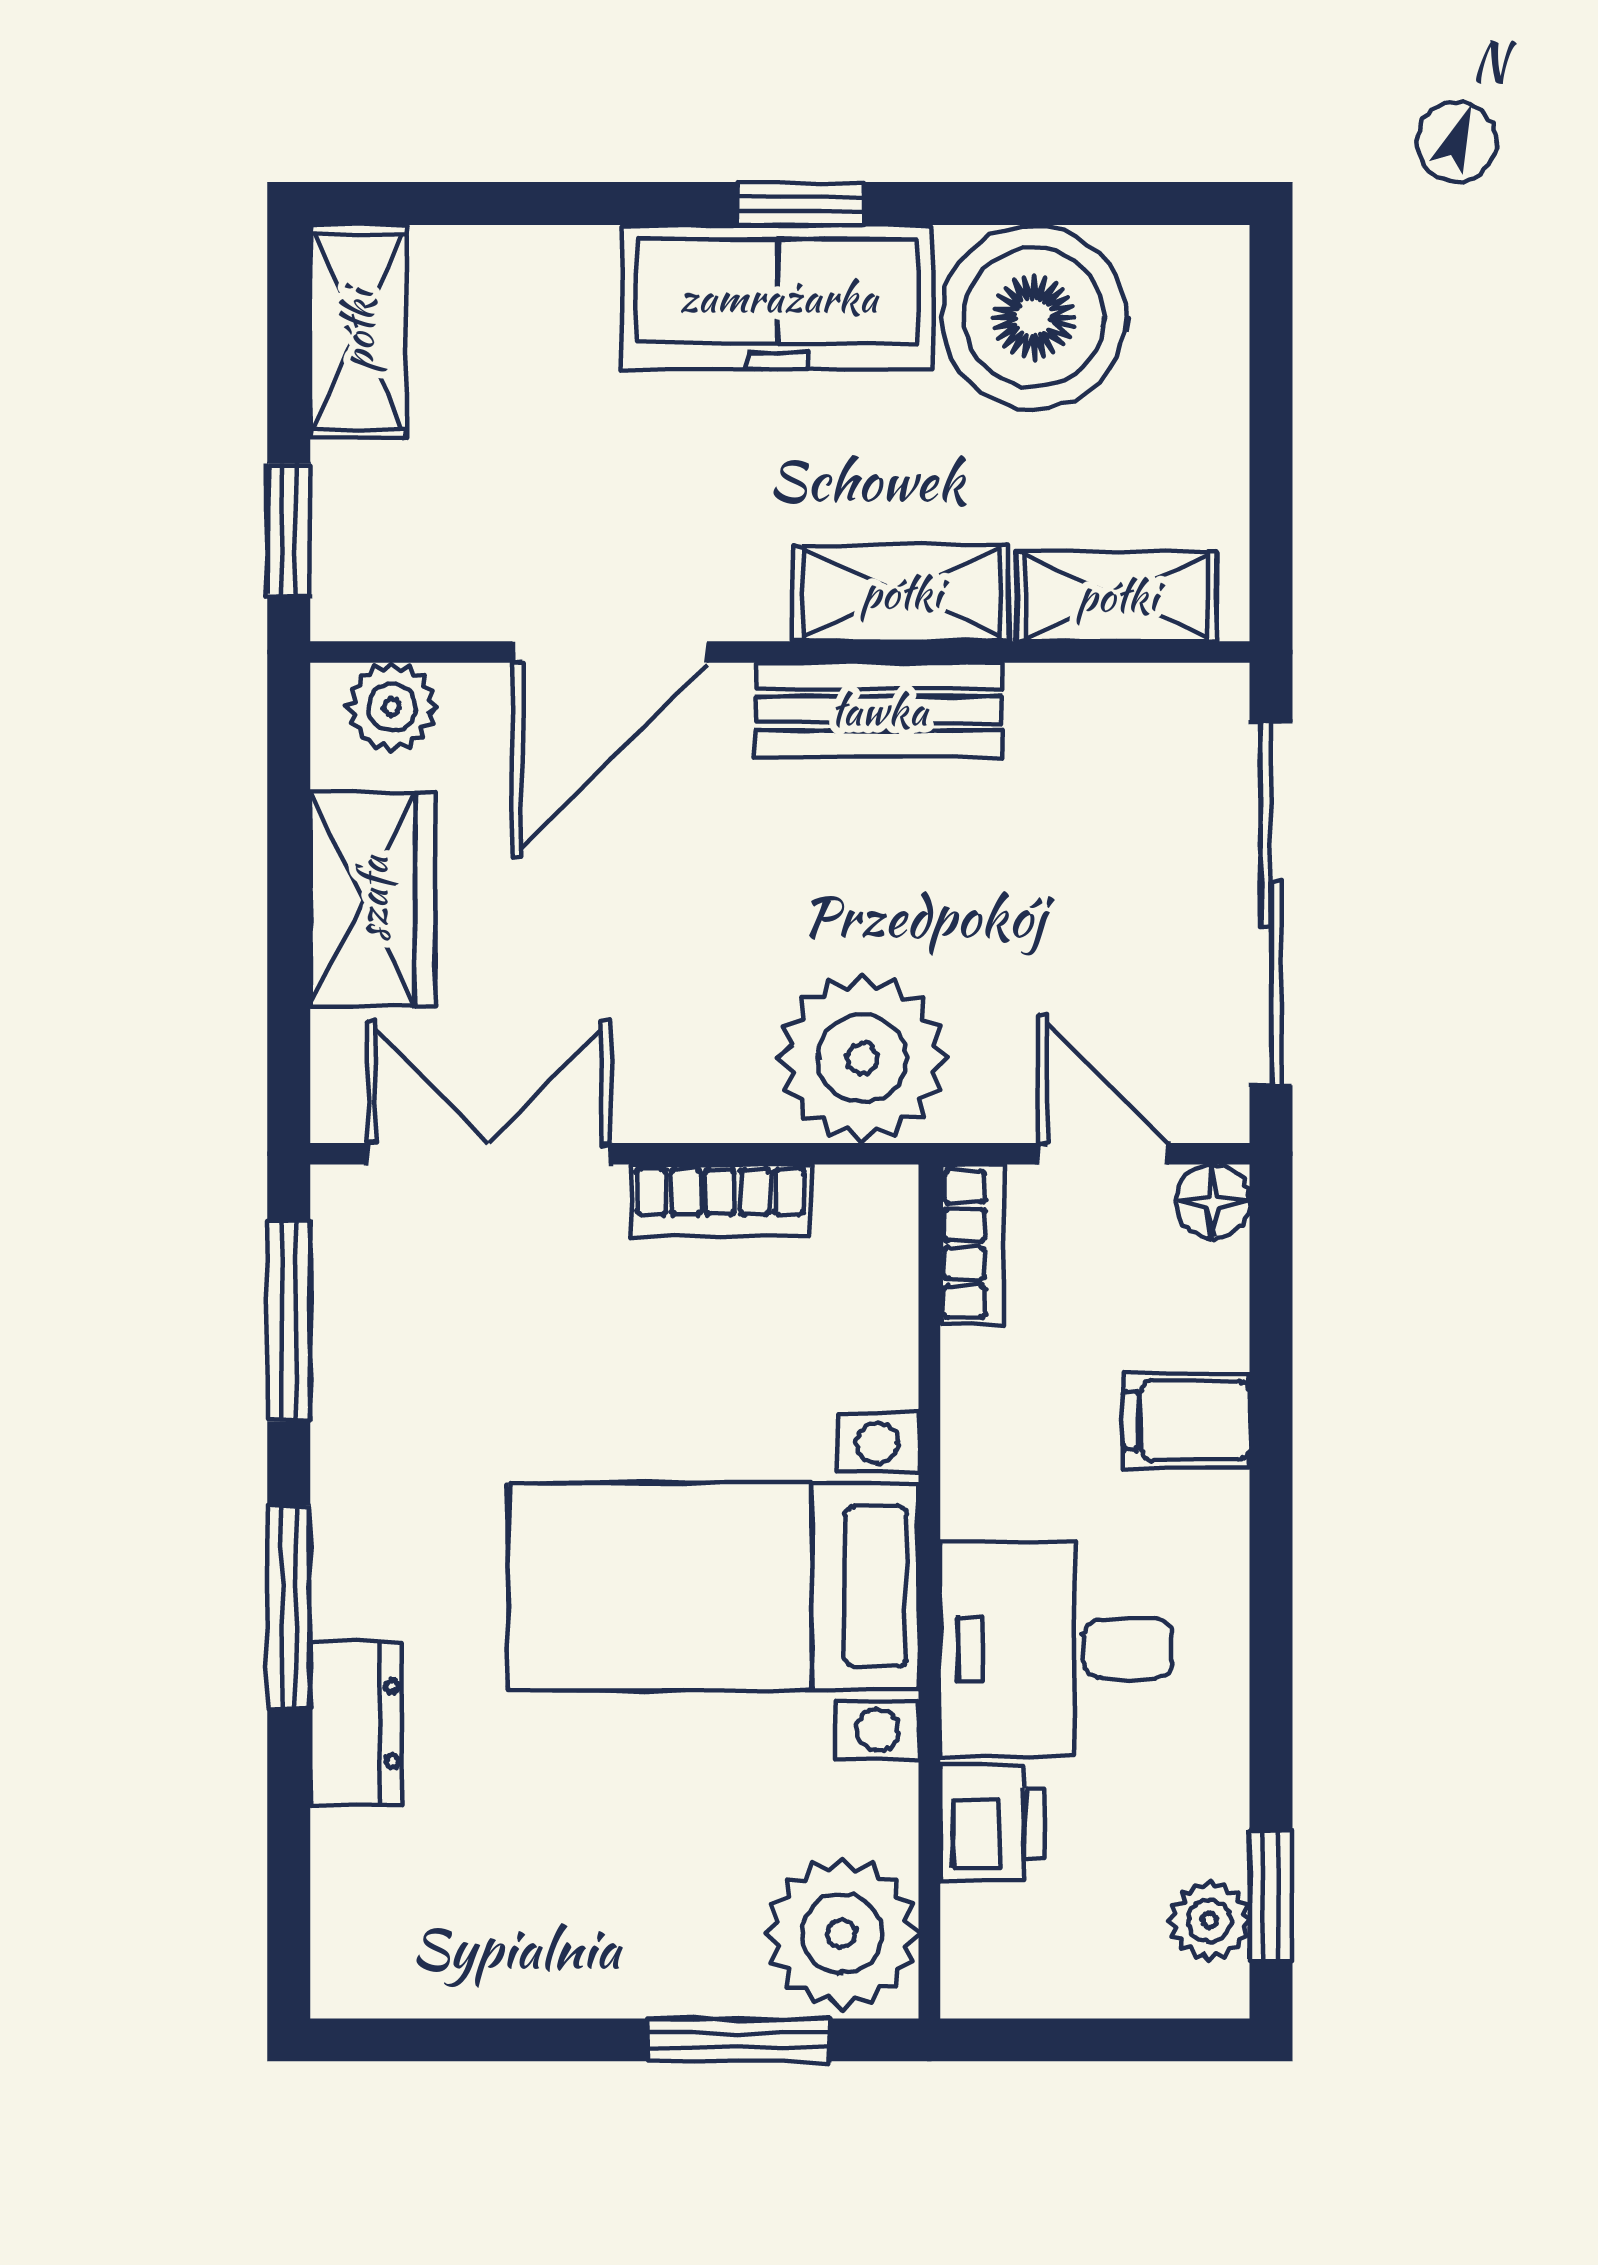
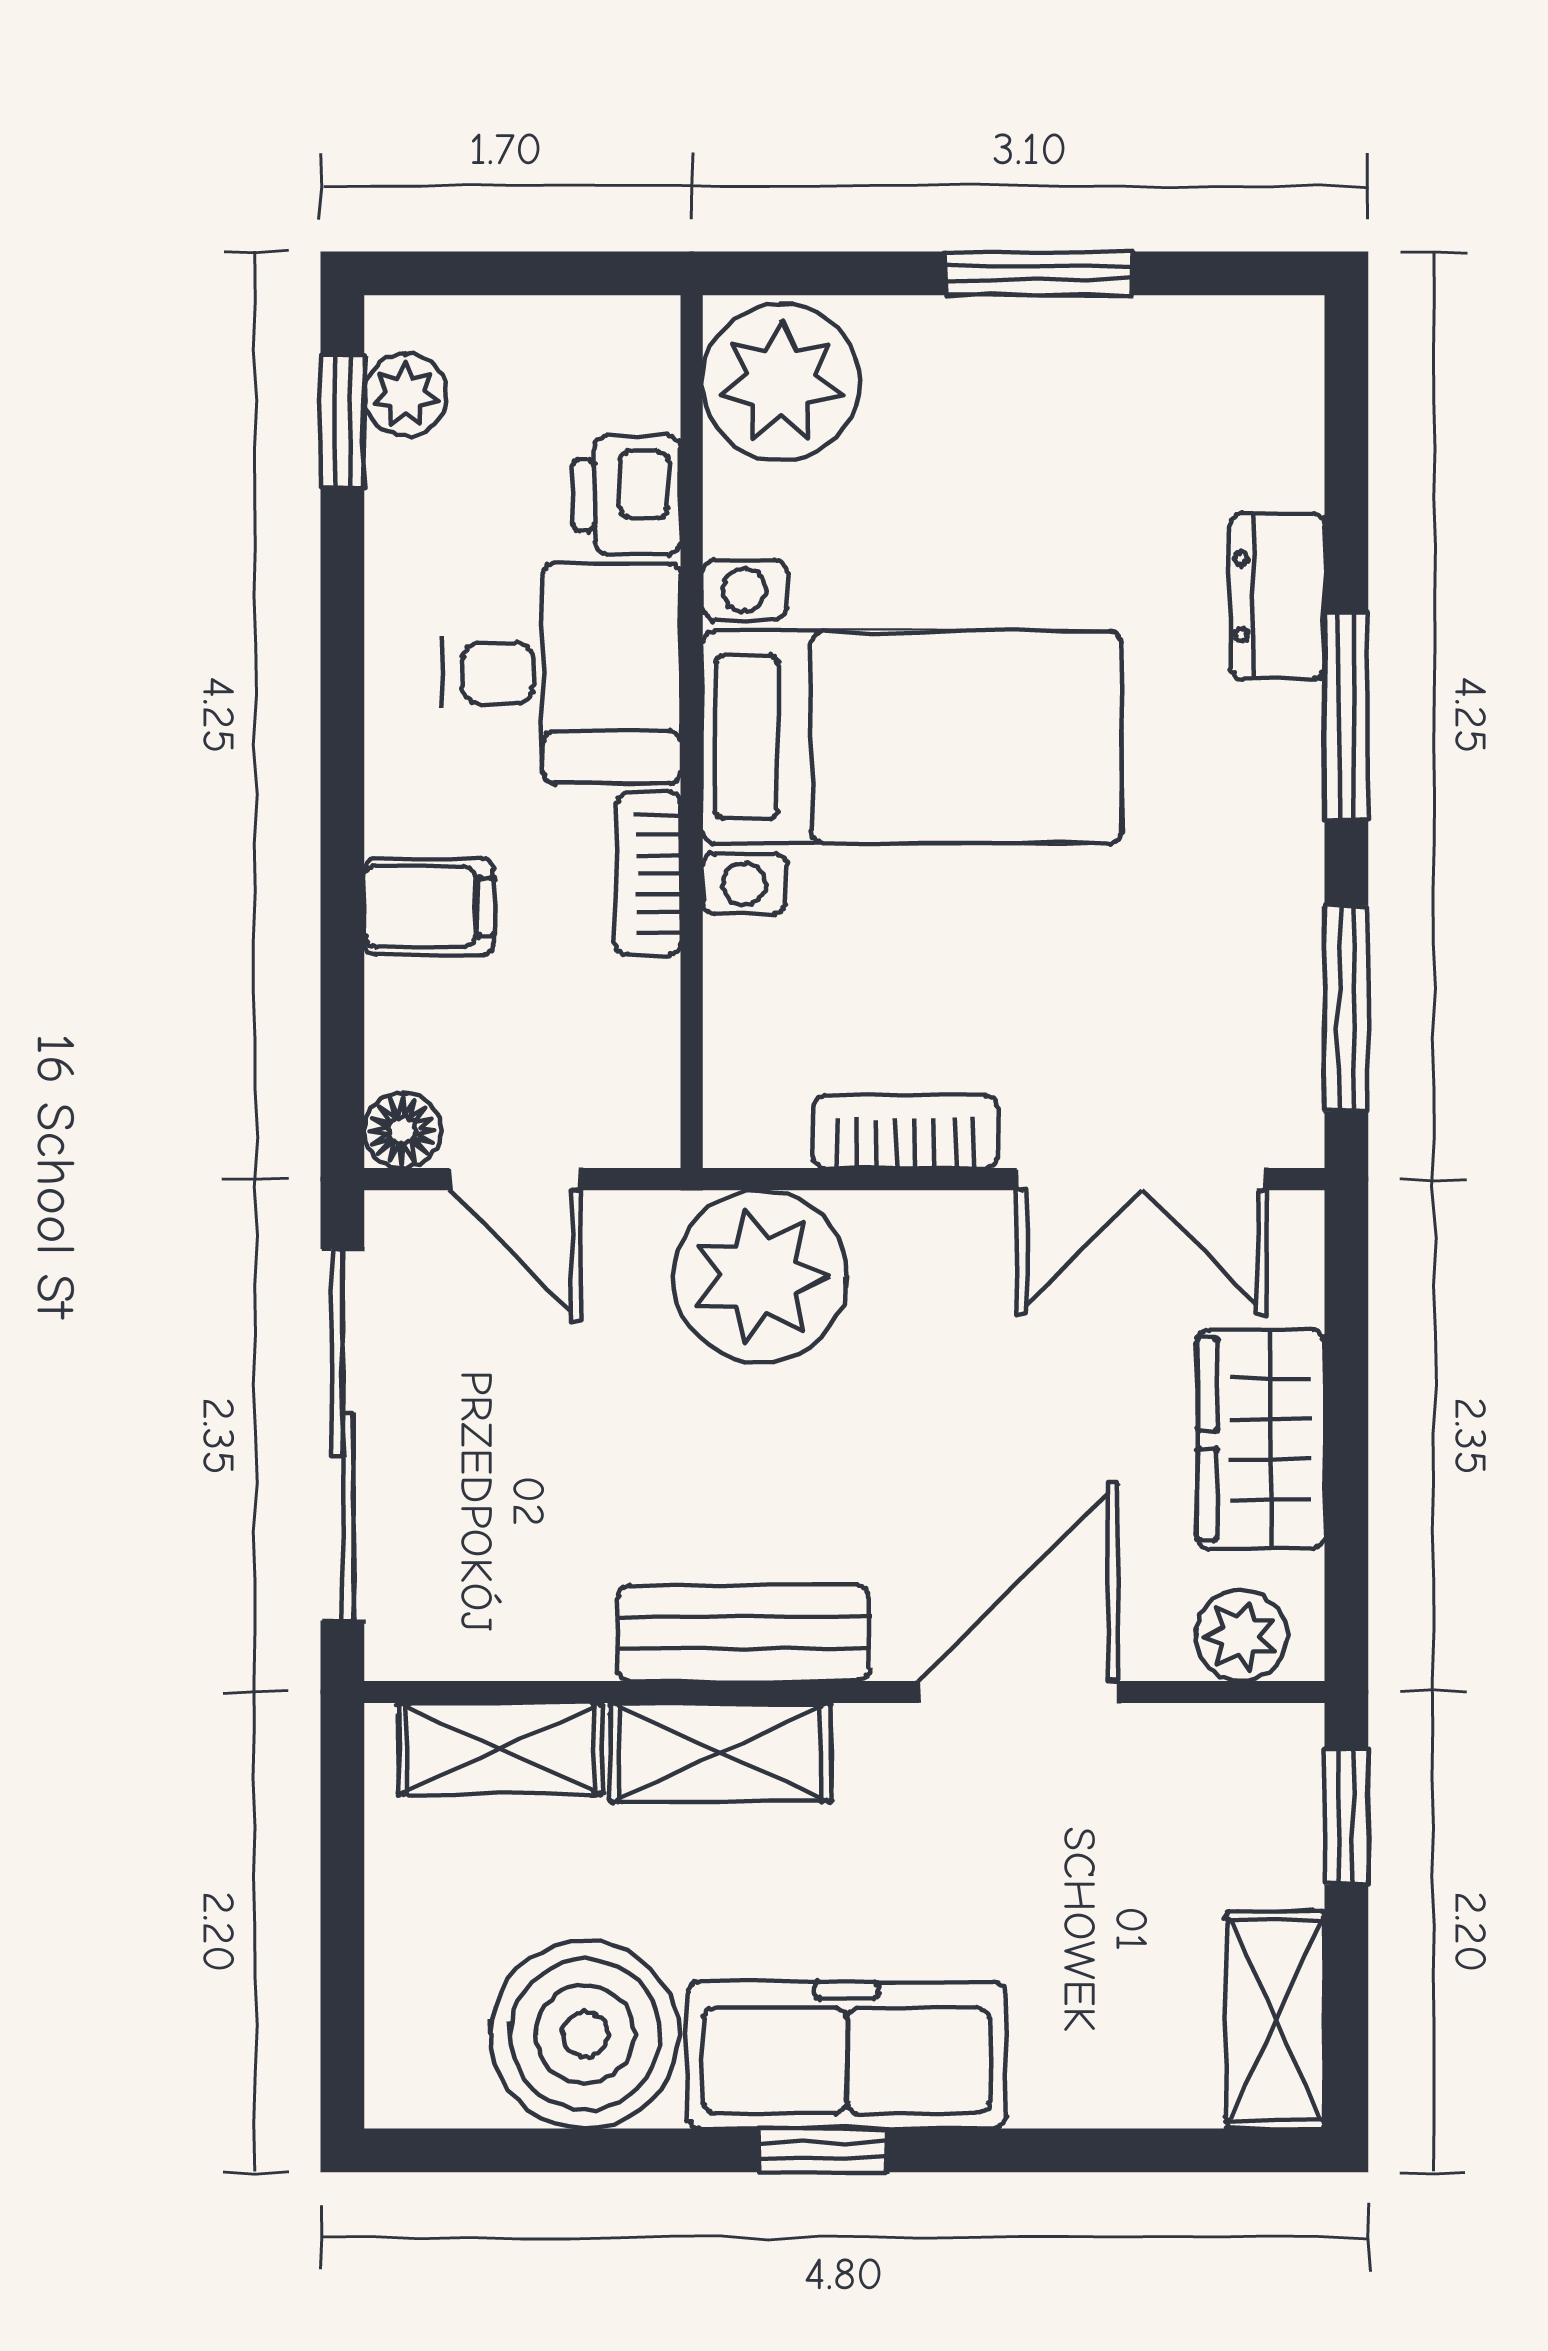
bookcase: (972, 1244) -> (648, 874), moved
window: (739, 2040) -> (1039, 273), moved

